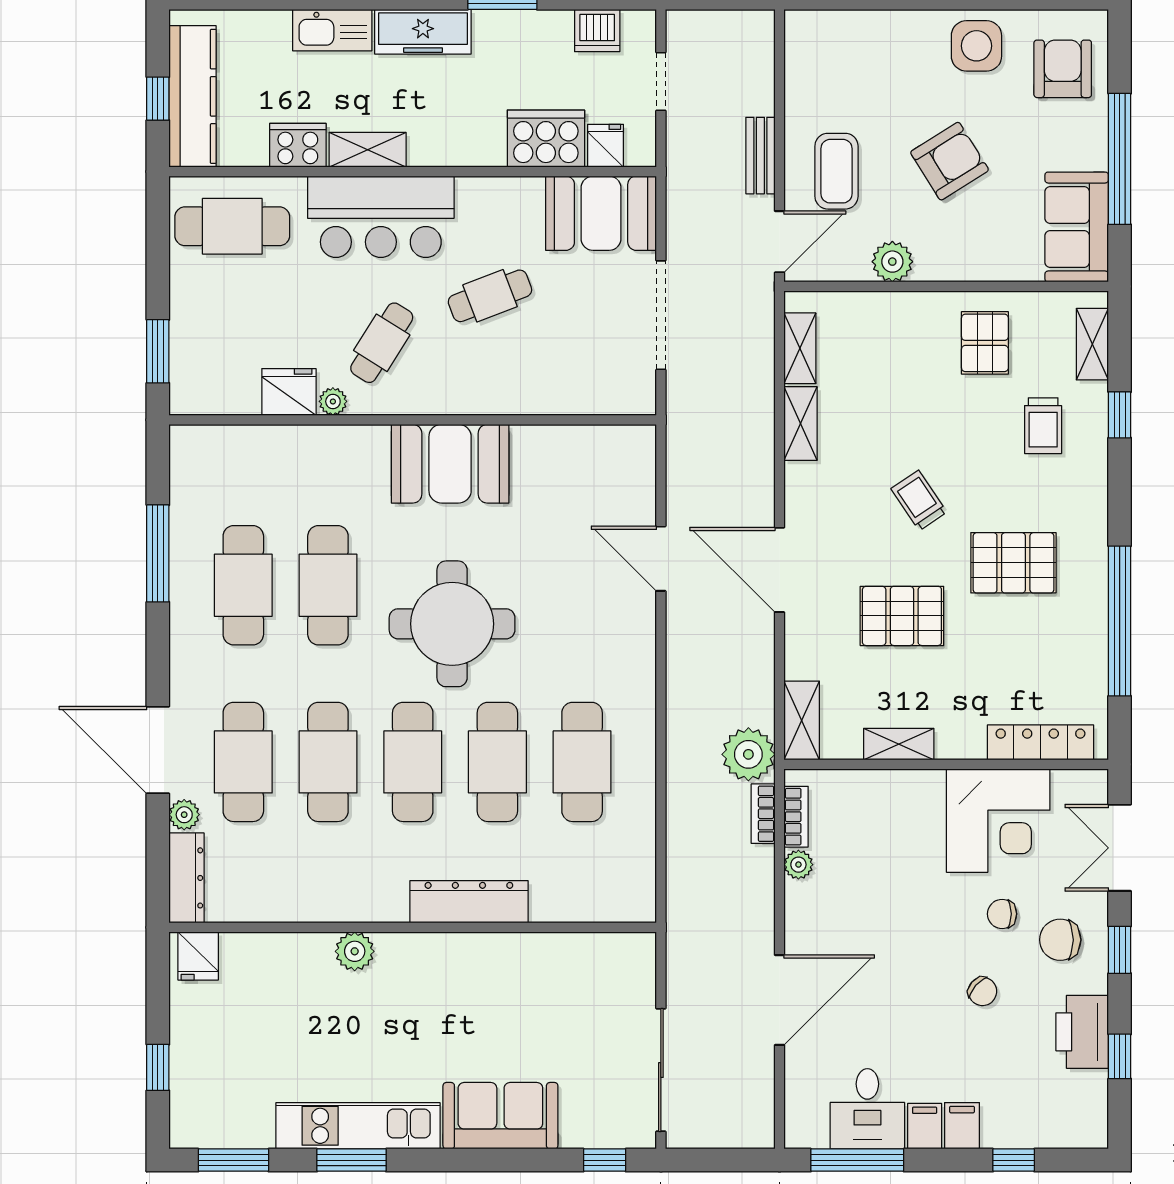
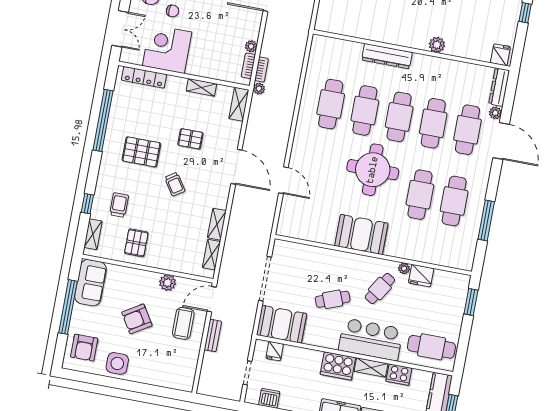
cooker: (546, 139) -> (338, 366), moved
pallet: (902, 616) -> (190, 139), width x0.67, depth x0.71
plant: (748, 754) -> (259, 89), width x0.53, depth x0.53

